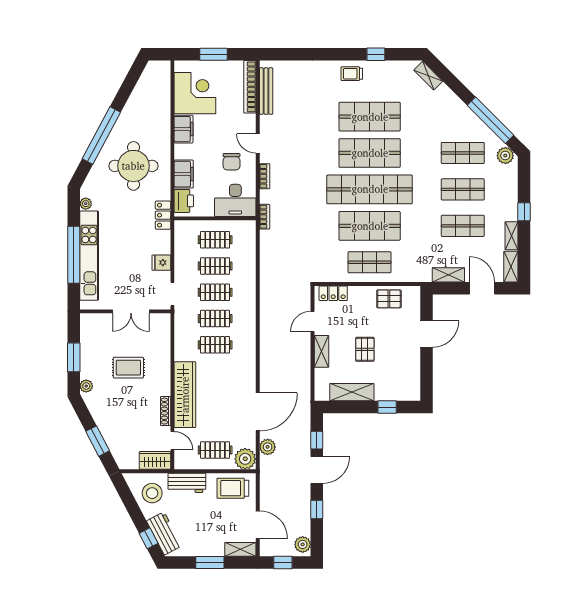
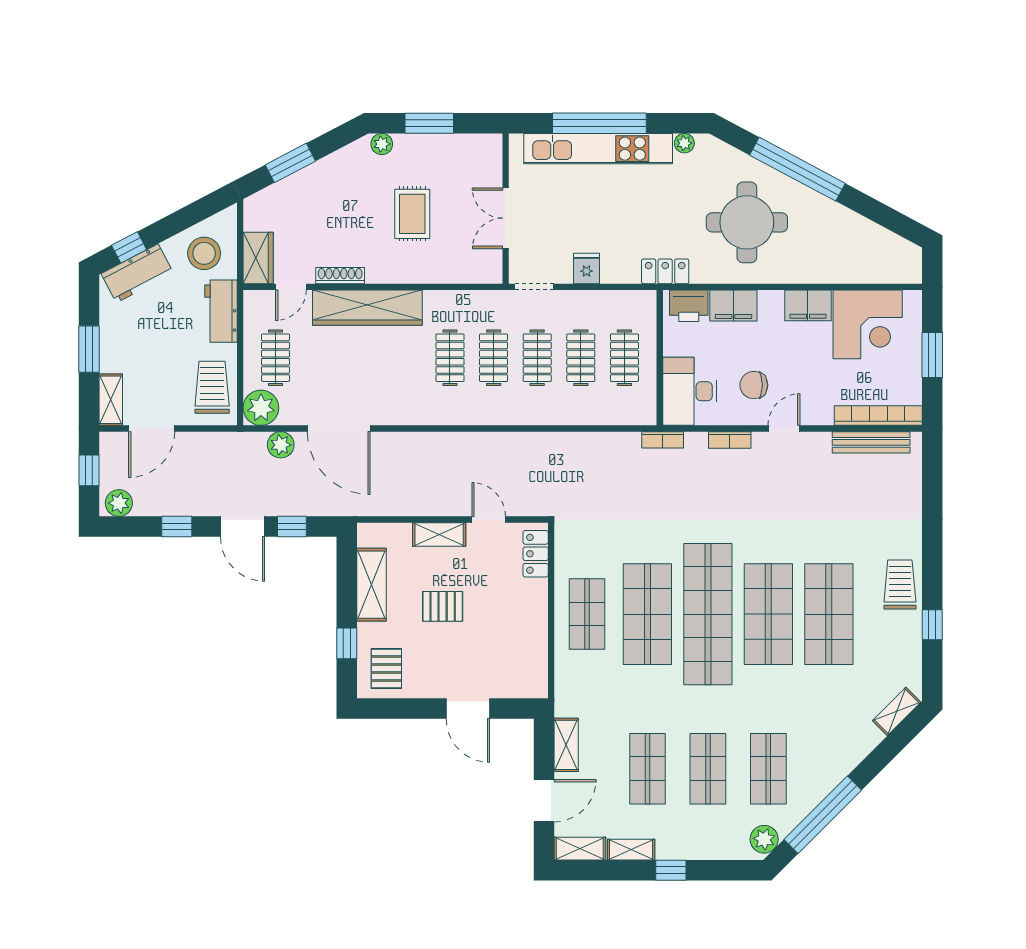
trolley: (352, 74) -> (900, 585), width x1.36, depth x1.39
pallet: (389, 299) -> (386, 668), moved

